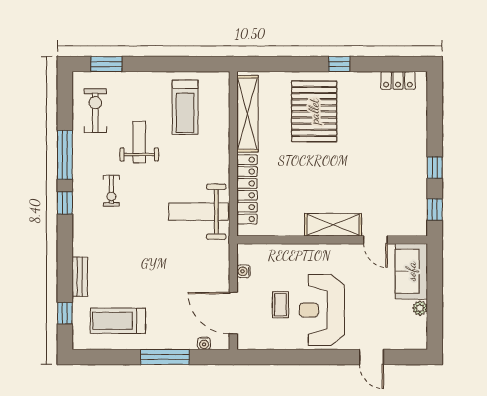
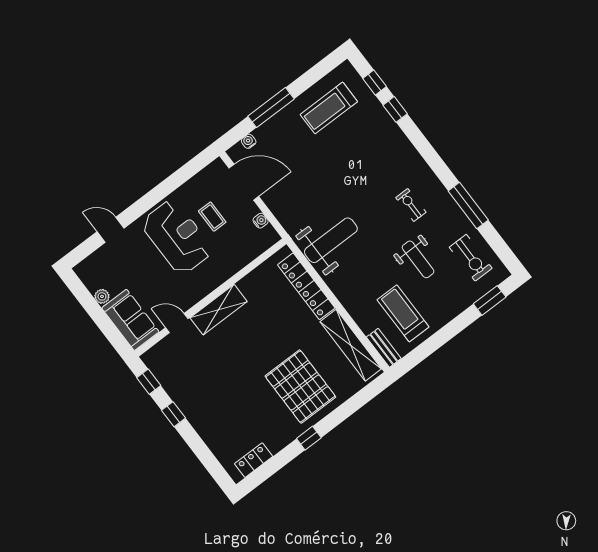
window: (65, 203) -> (395, 109), moved
bench: (80, 277) -> (384, 348), moved
treadmill: (118, 321) -> (329, 108), turned 180

